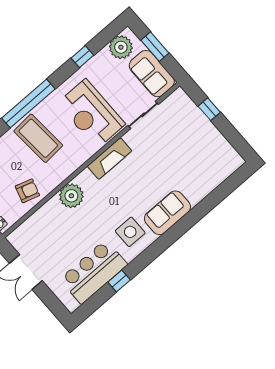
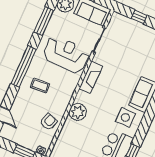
window: (82, 57) -> (44, 21), width x2.17
reception desk: (91, 114) -> (66, 54), turned 180
coffee table: (38, 138) -> (40, 85), width x0.54, depth x0.58

